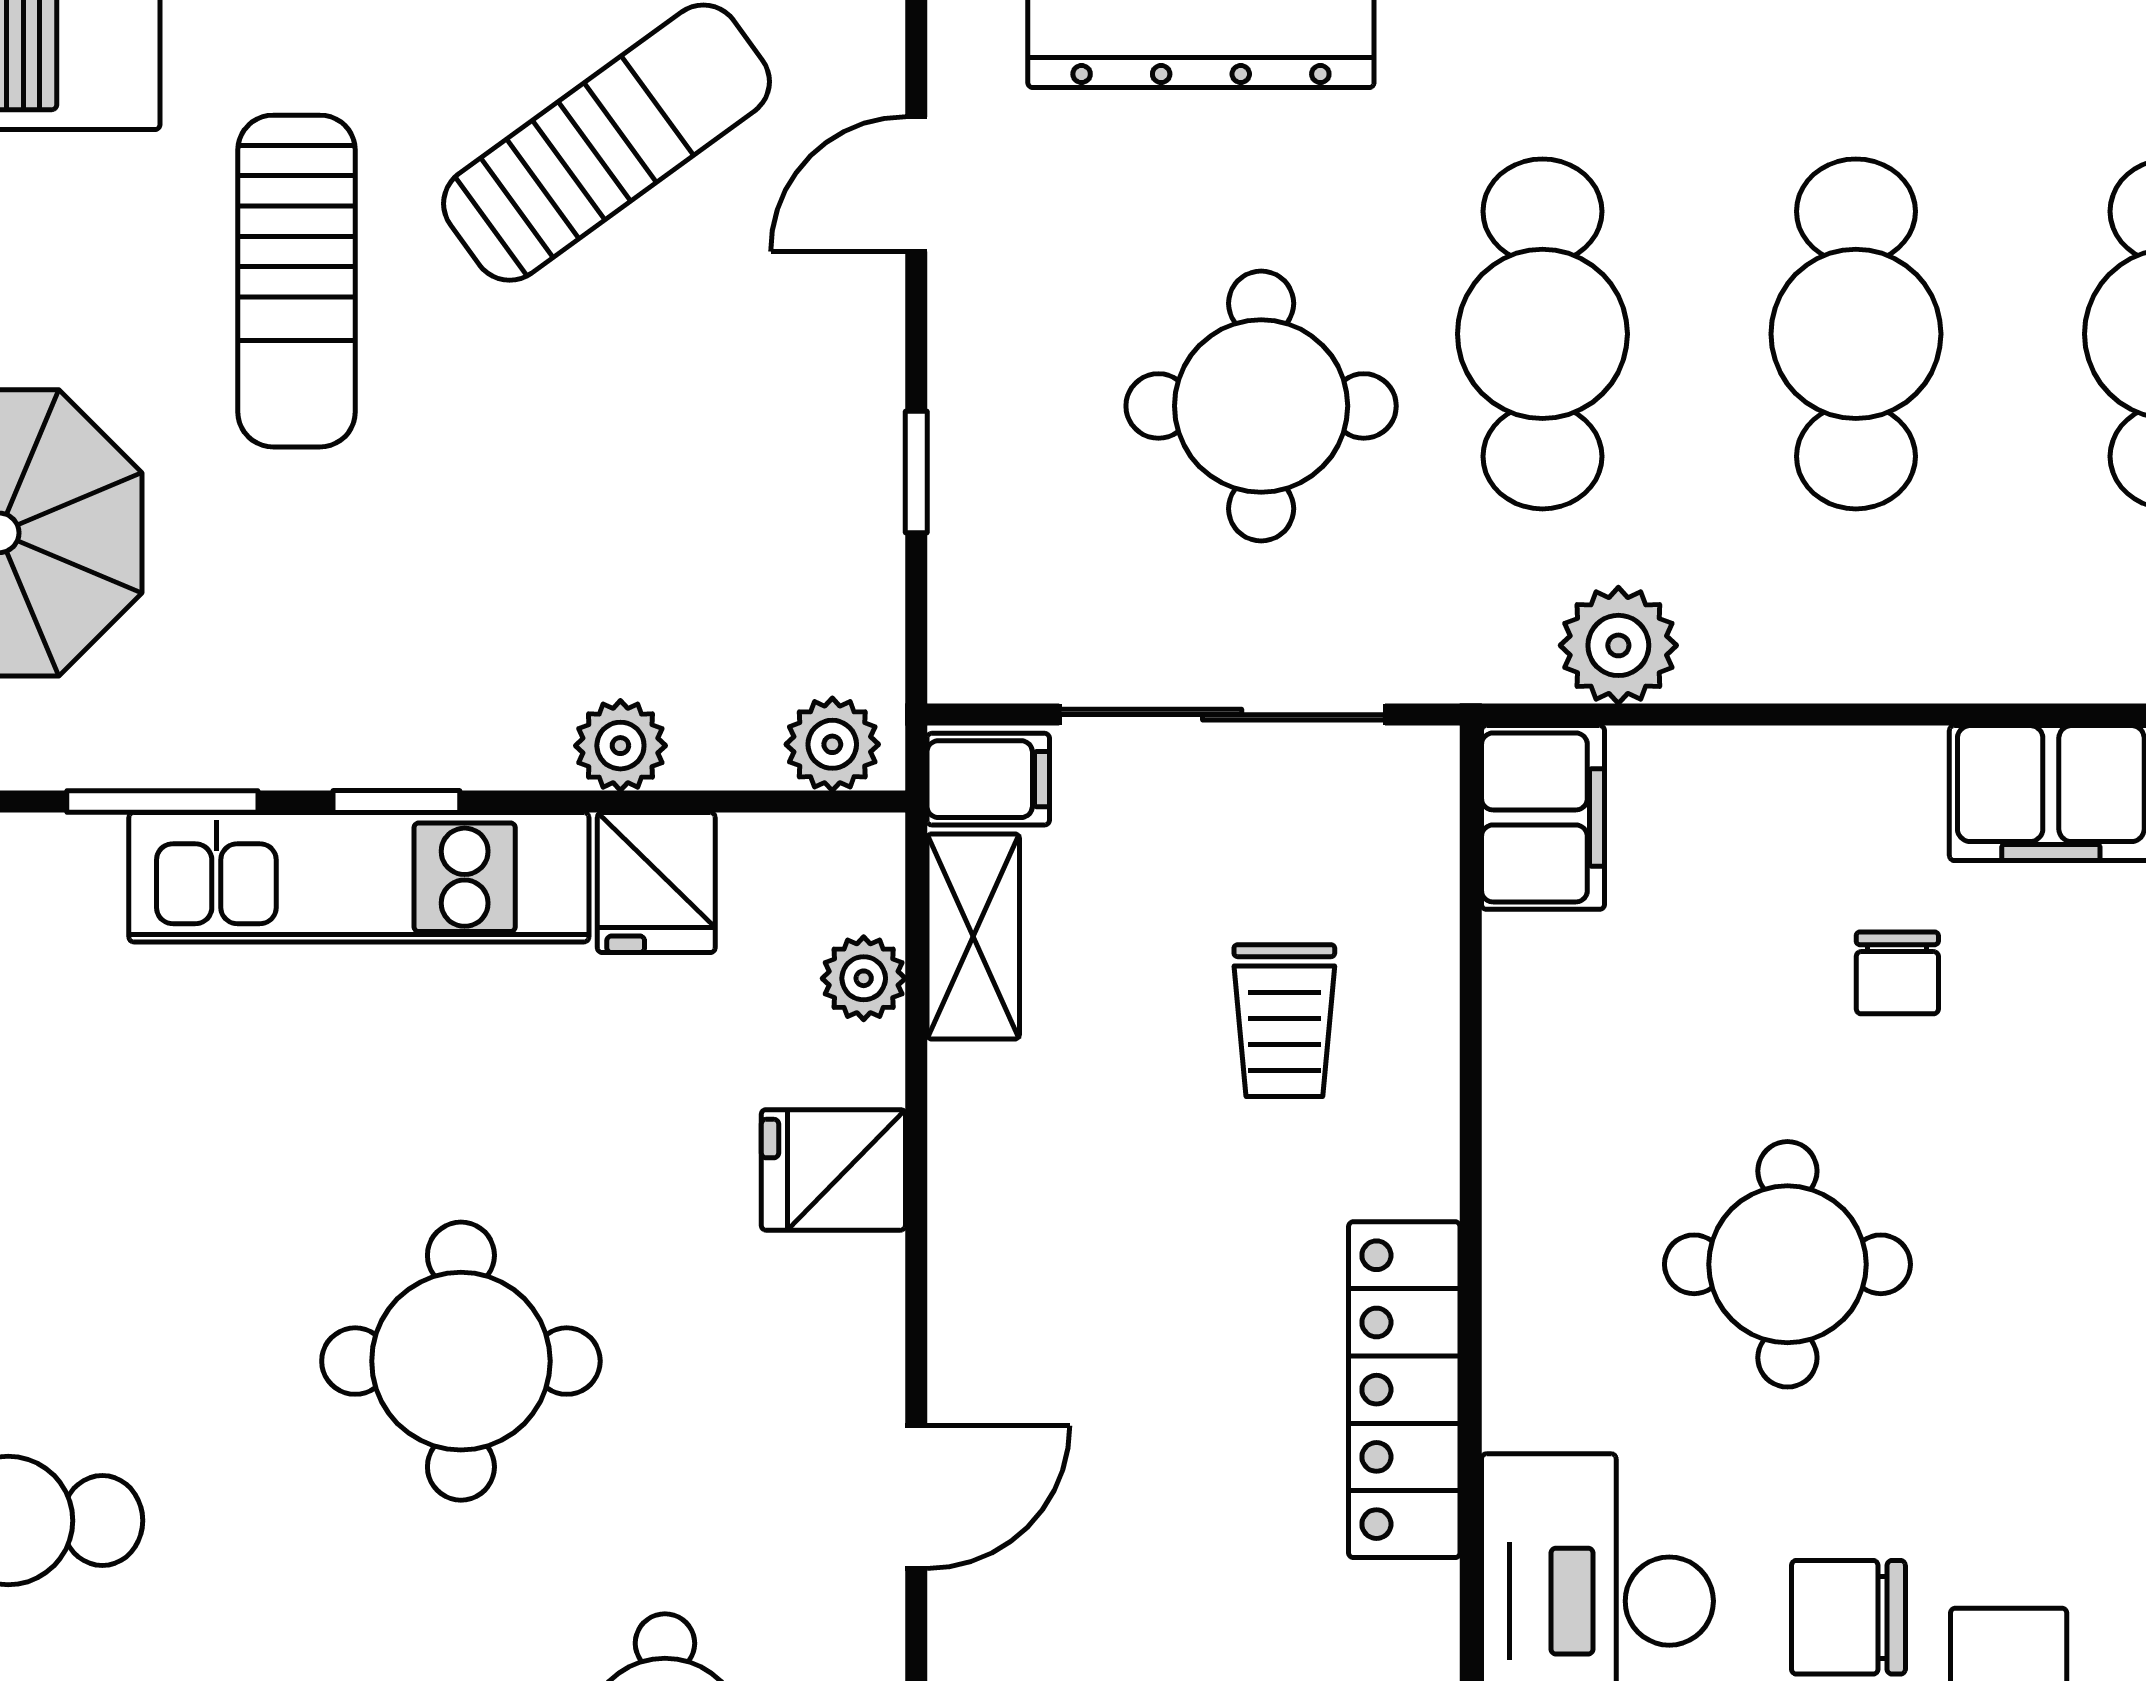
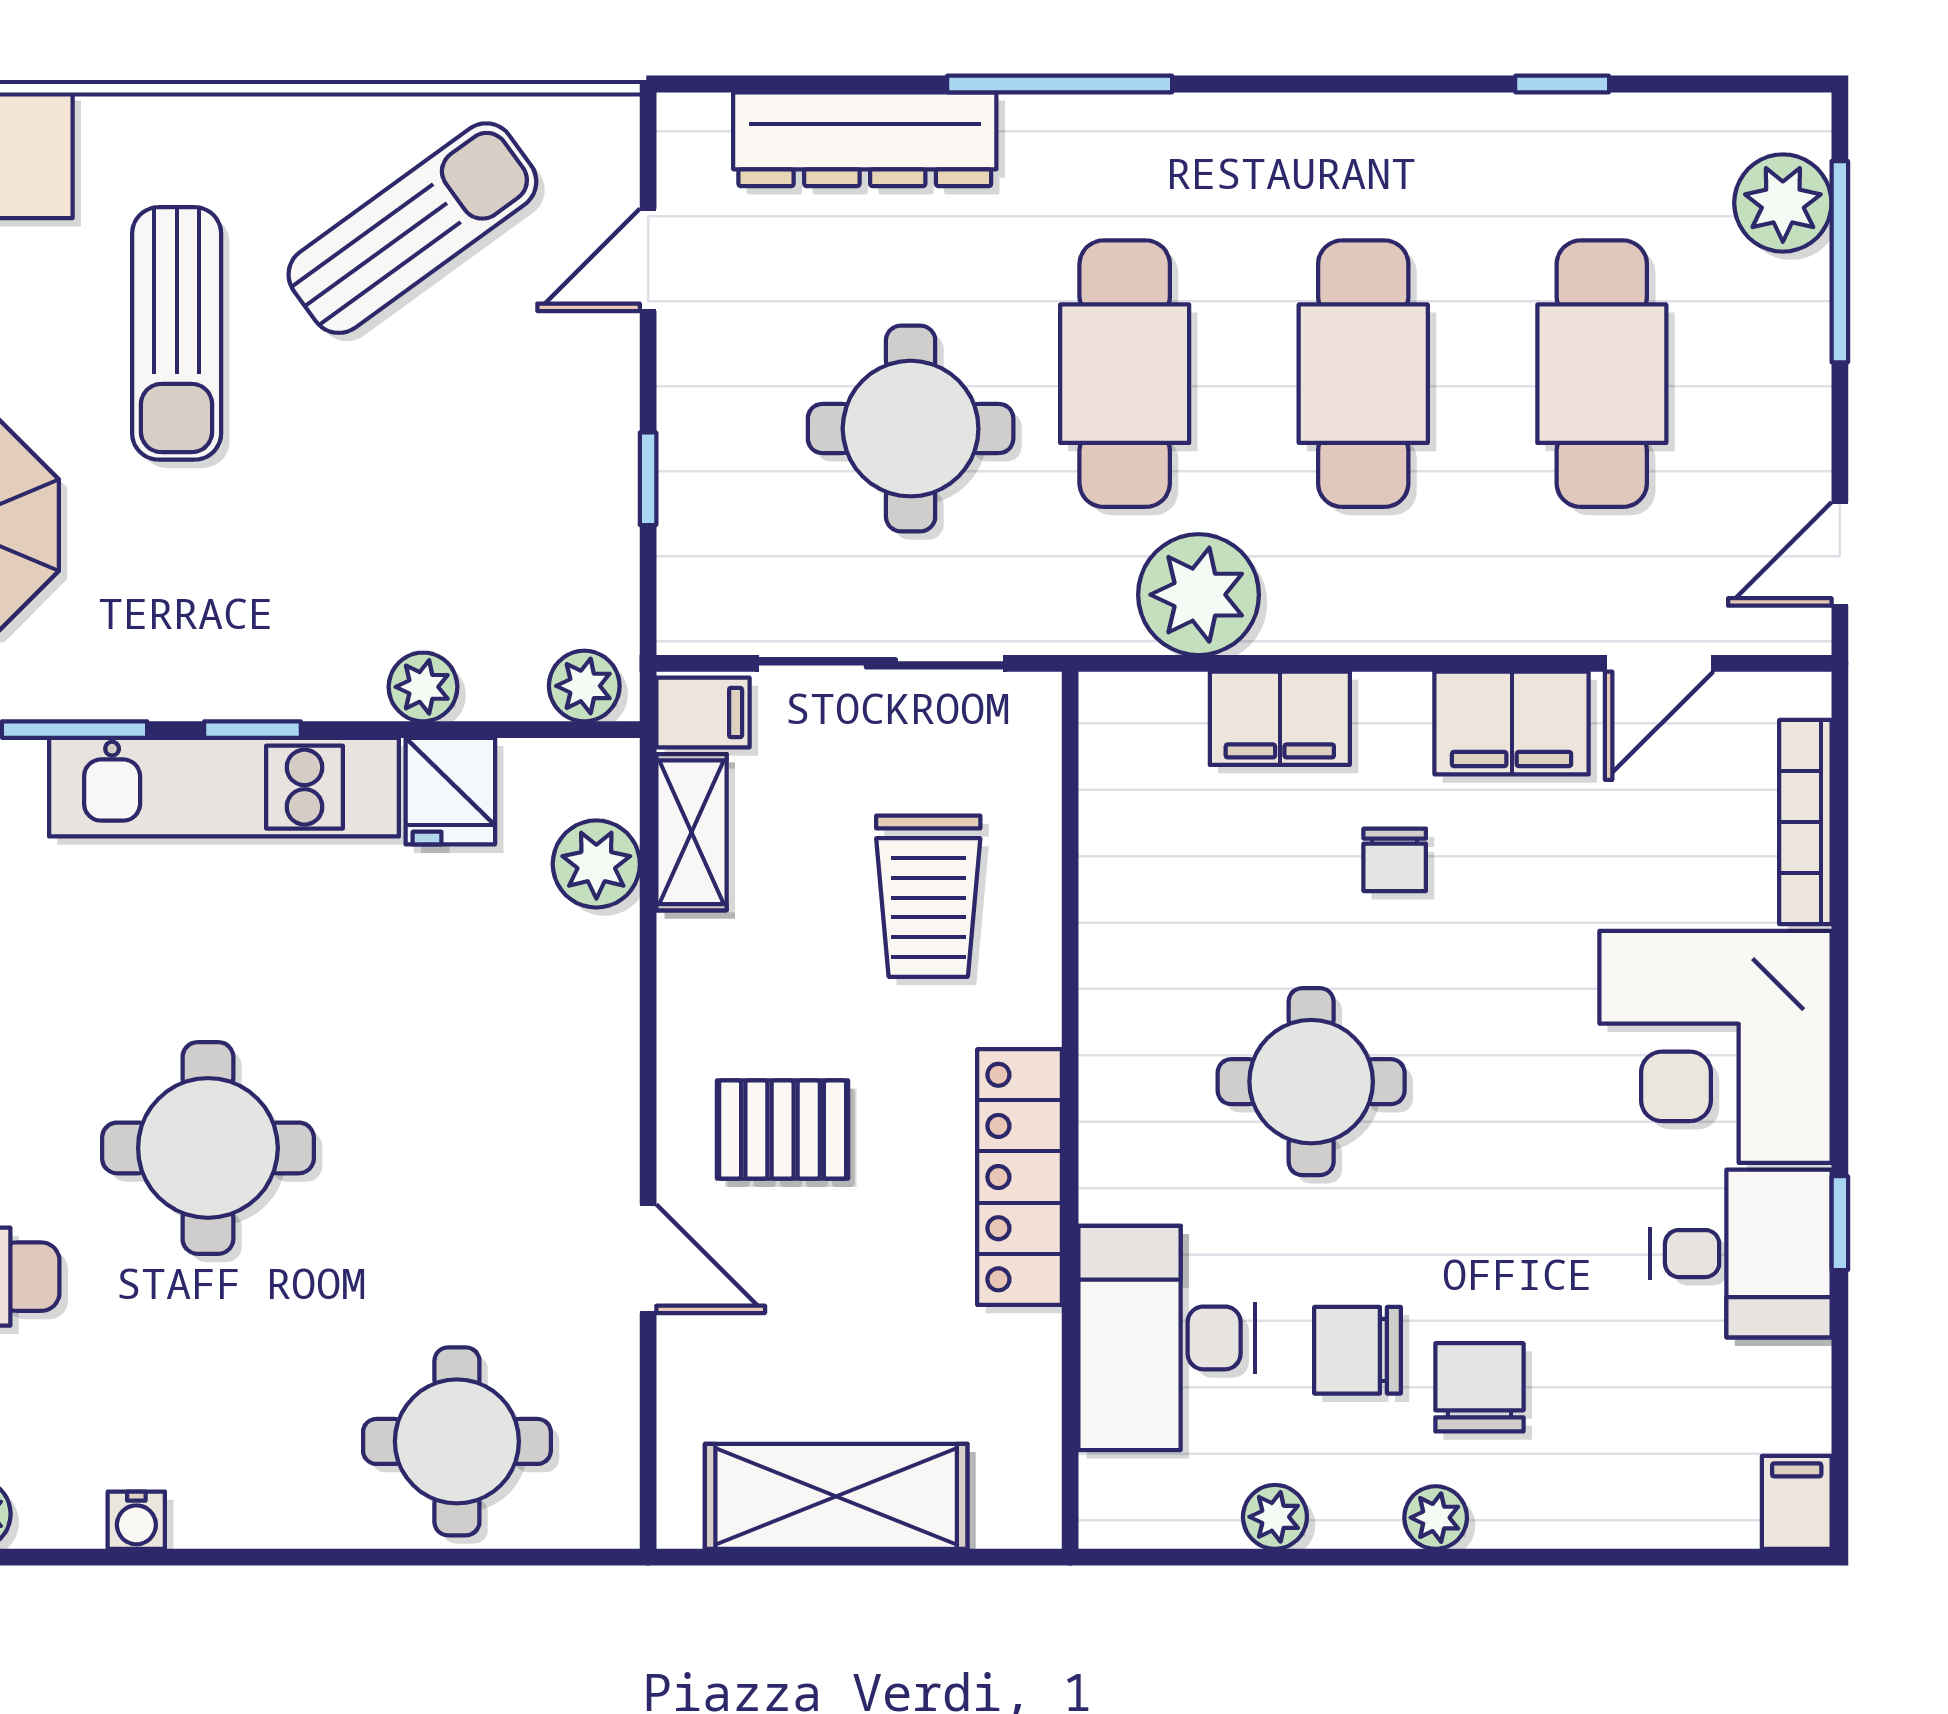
plant: (1618, 645) -> (1199, 595), width x1.36, depth x1.36
filing cabinet: (1543, 817) -> (1280, 718), moved, turned 90
plant: (864, 978) -> (596, 864), width x1.38, depth x1.38
trolley: (1284, 1021) -> (928, 896), width x1.36, depth x1.39
fridge: (833, 1170) -> (585, 1010), removed
pallet: (1093, 1327) -> (783, 1130), added
round table: (461, 1361) -> (208, 1148), moved
door: (916, 1497) -> (648, 1259), hinge flipped

